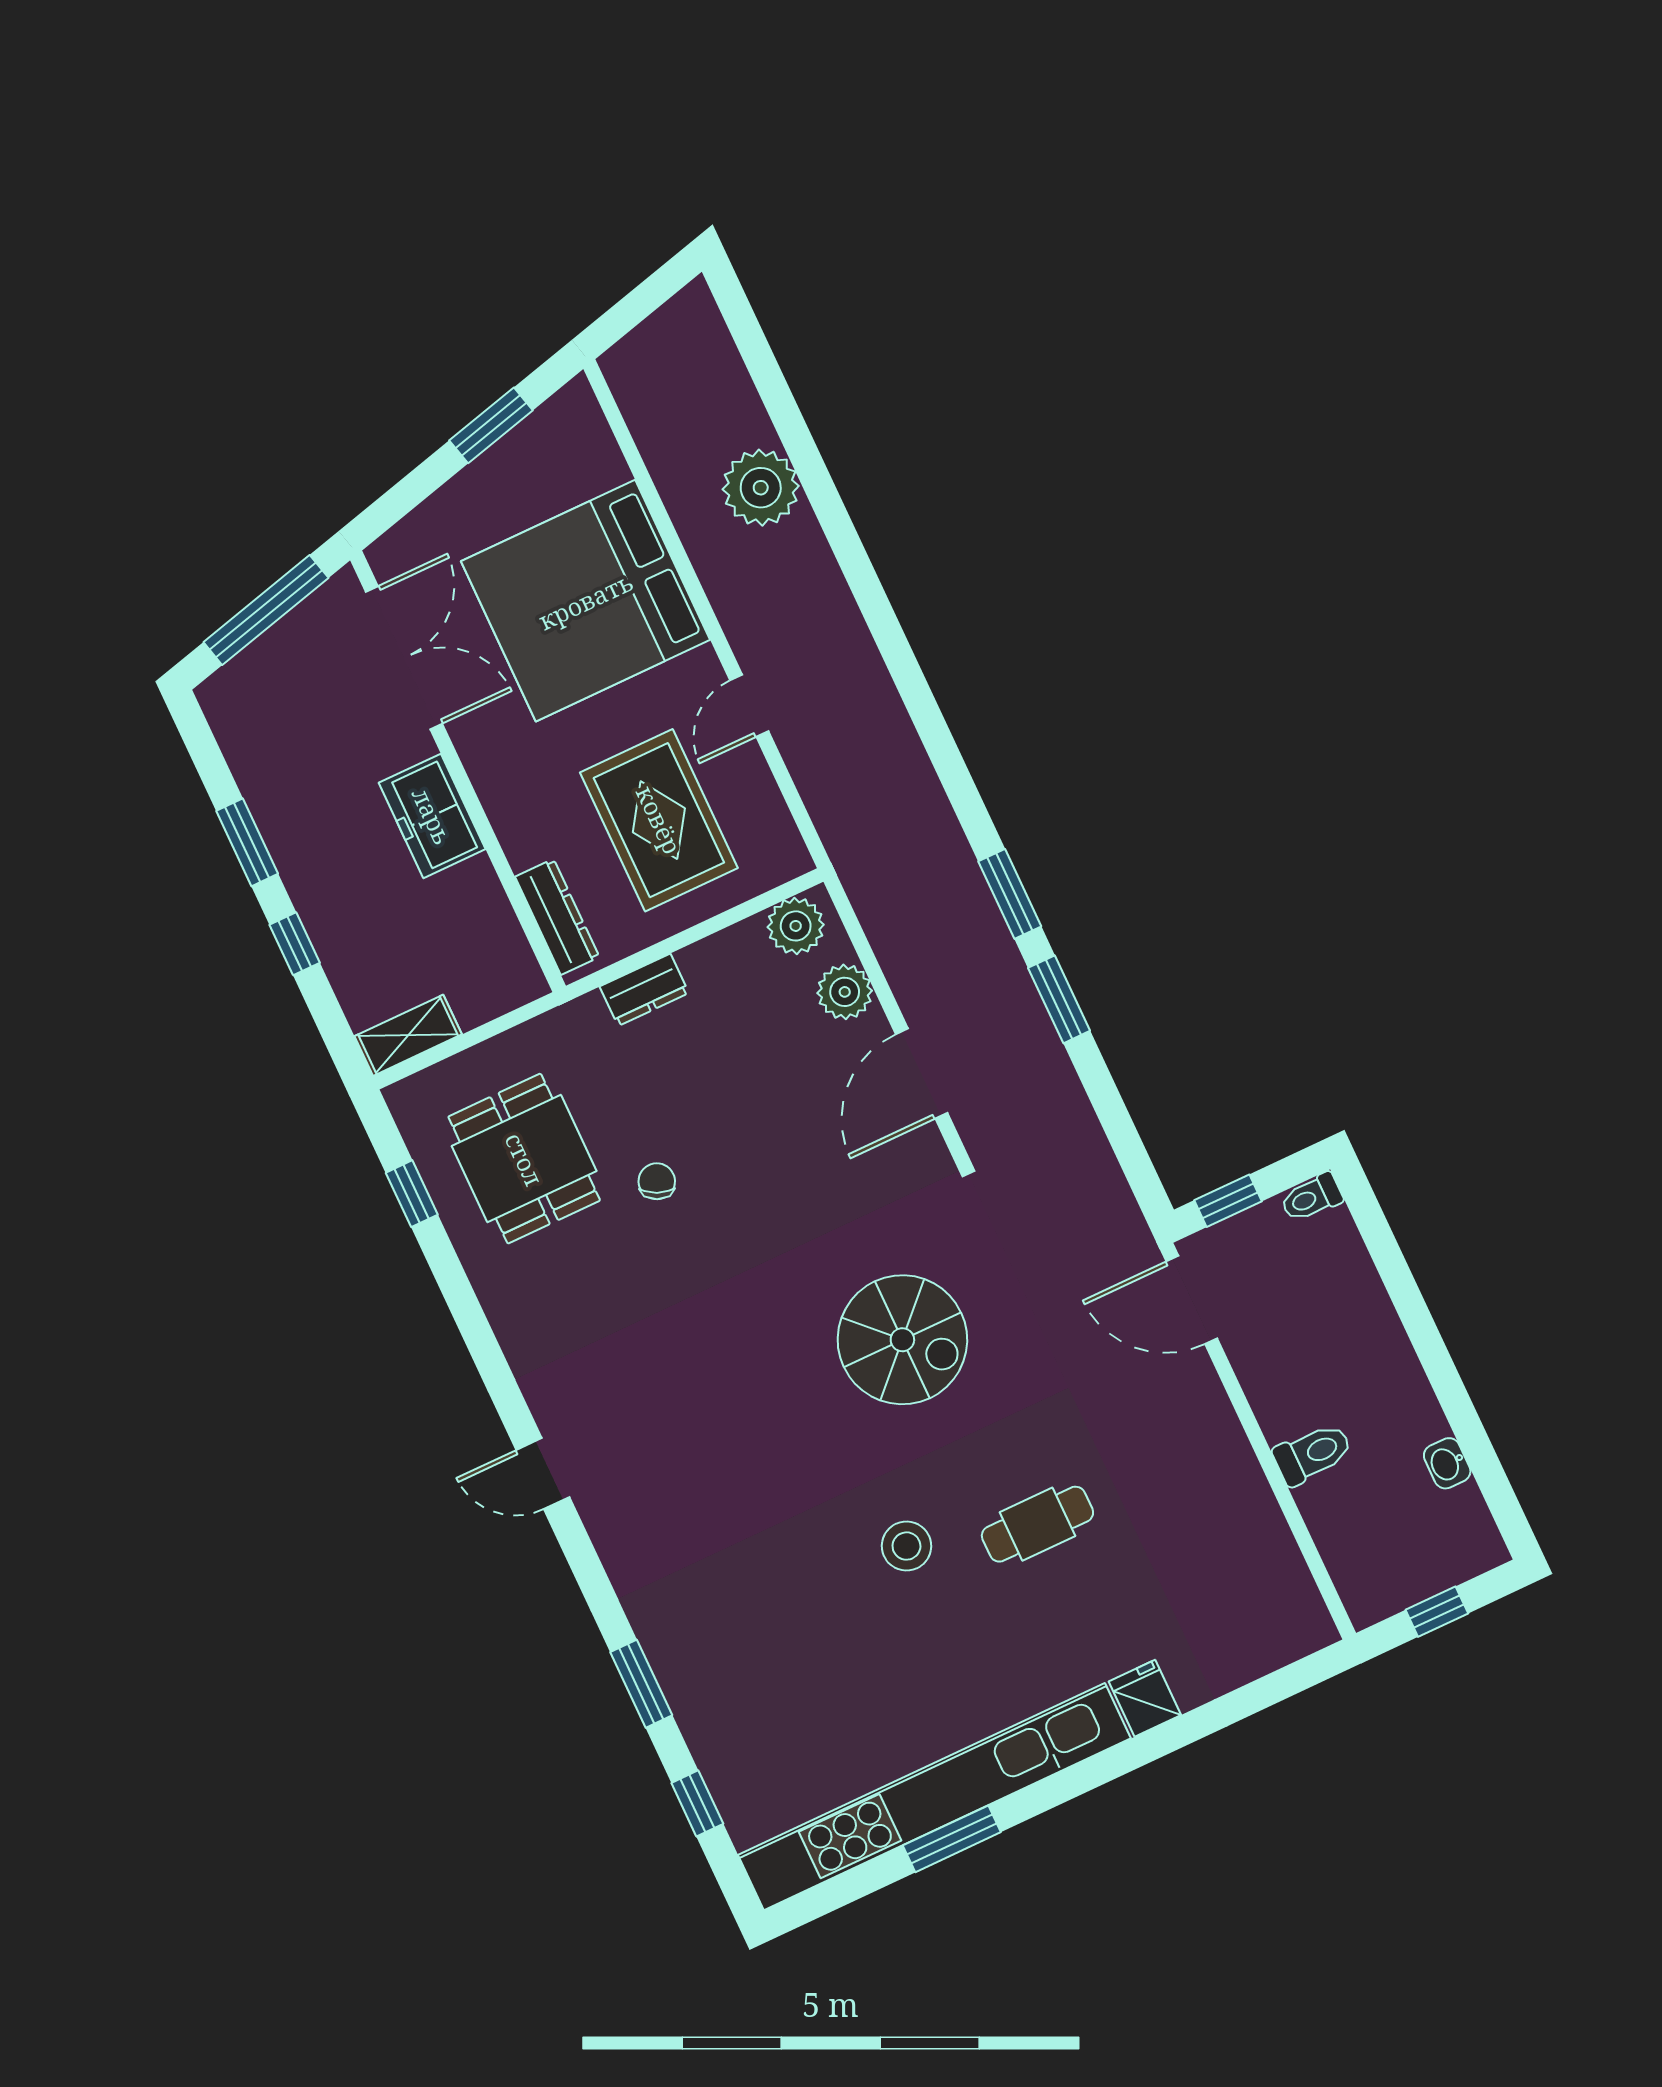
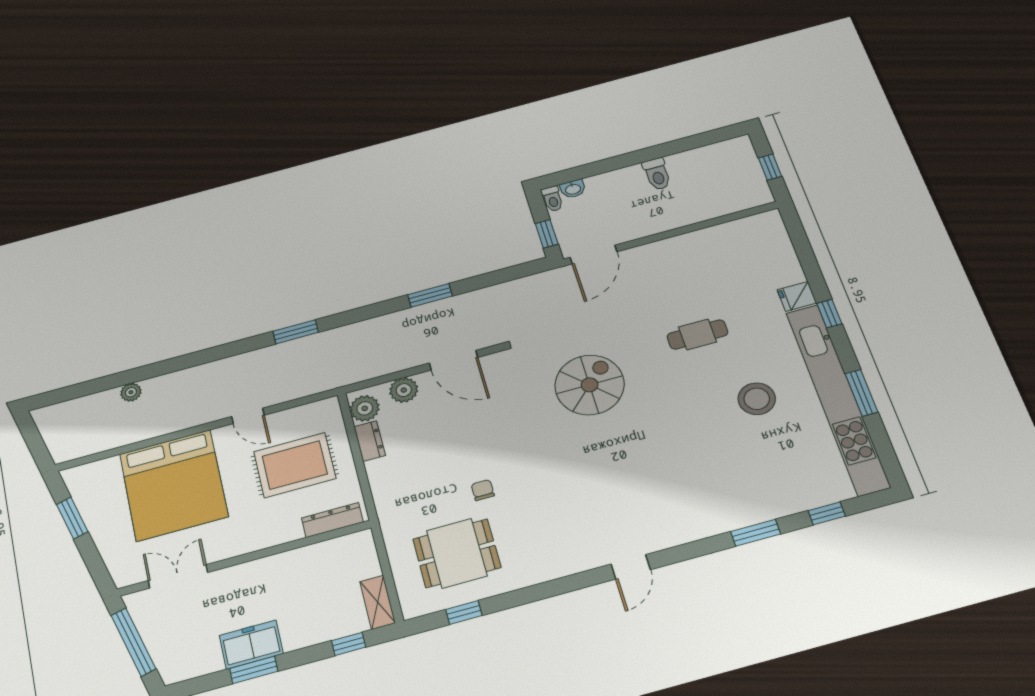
plant: (761, 488) -> (131, 392), width x0.53, depth x0.53
double door: (404, 658) -> (178, 576), width x0.73
freezer: (432, 816) -> (251, 645), moved, turned 180
window: (1010, 894) -> (296, 332), moved
window: (295, 944) -> (349, 644), moved
dresser: (644, 990) -> (370, 441), moved
chair: (657, 1181) -> (483, 490), turned 66
toilet: (1313, 1454) -> (657, 174), moved, turned 180
washbasin: (1447, 1463) -> (573, 189), moved
cafe table: (1037, 1524) -> (697, 334), turned 90
stool: (906, 1546) -> (757, 399), moved, width x1.38, depth x1.38
window: (1115, 1763) -> (829, 314), added

